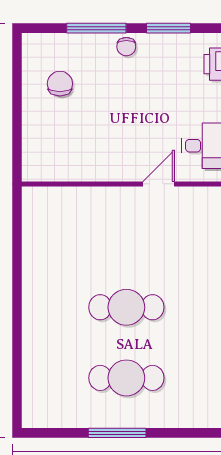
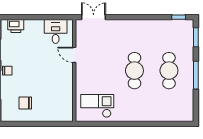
checkout: (54, 231) -> (97, 106), added
window: (195, 433) -> (196, 37), added

